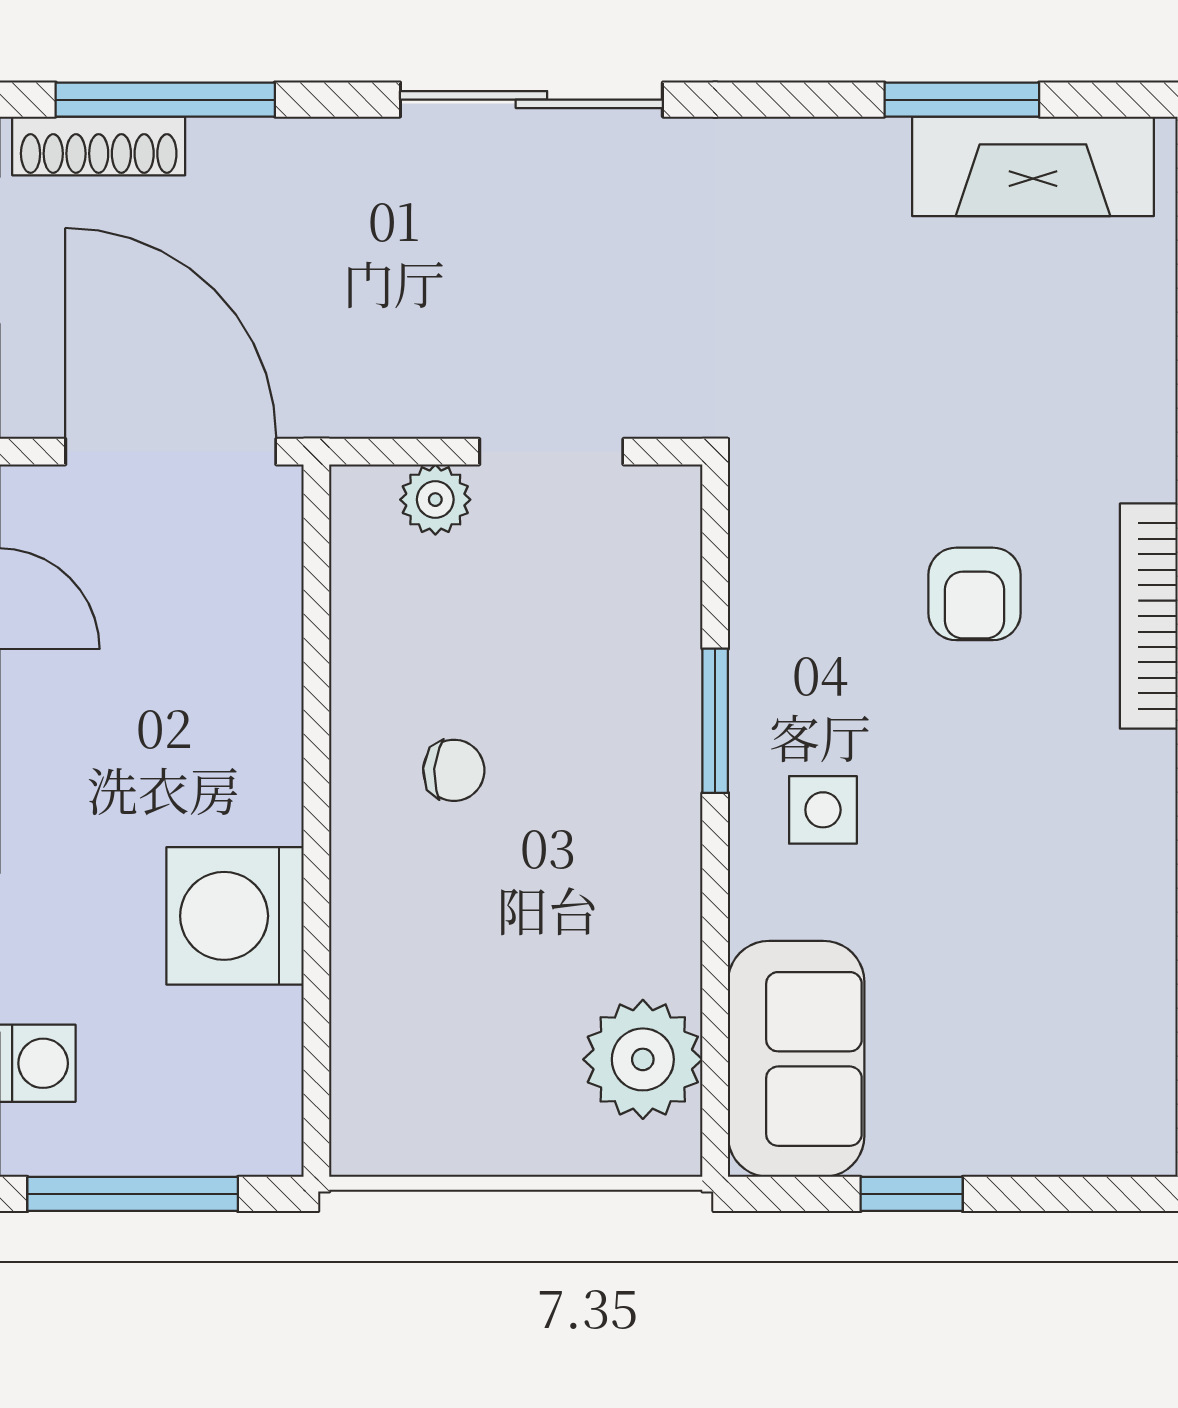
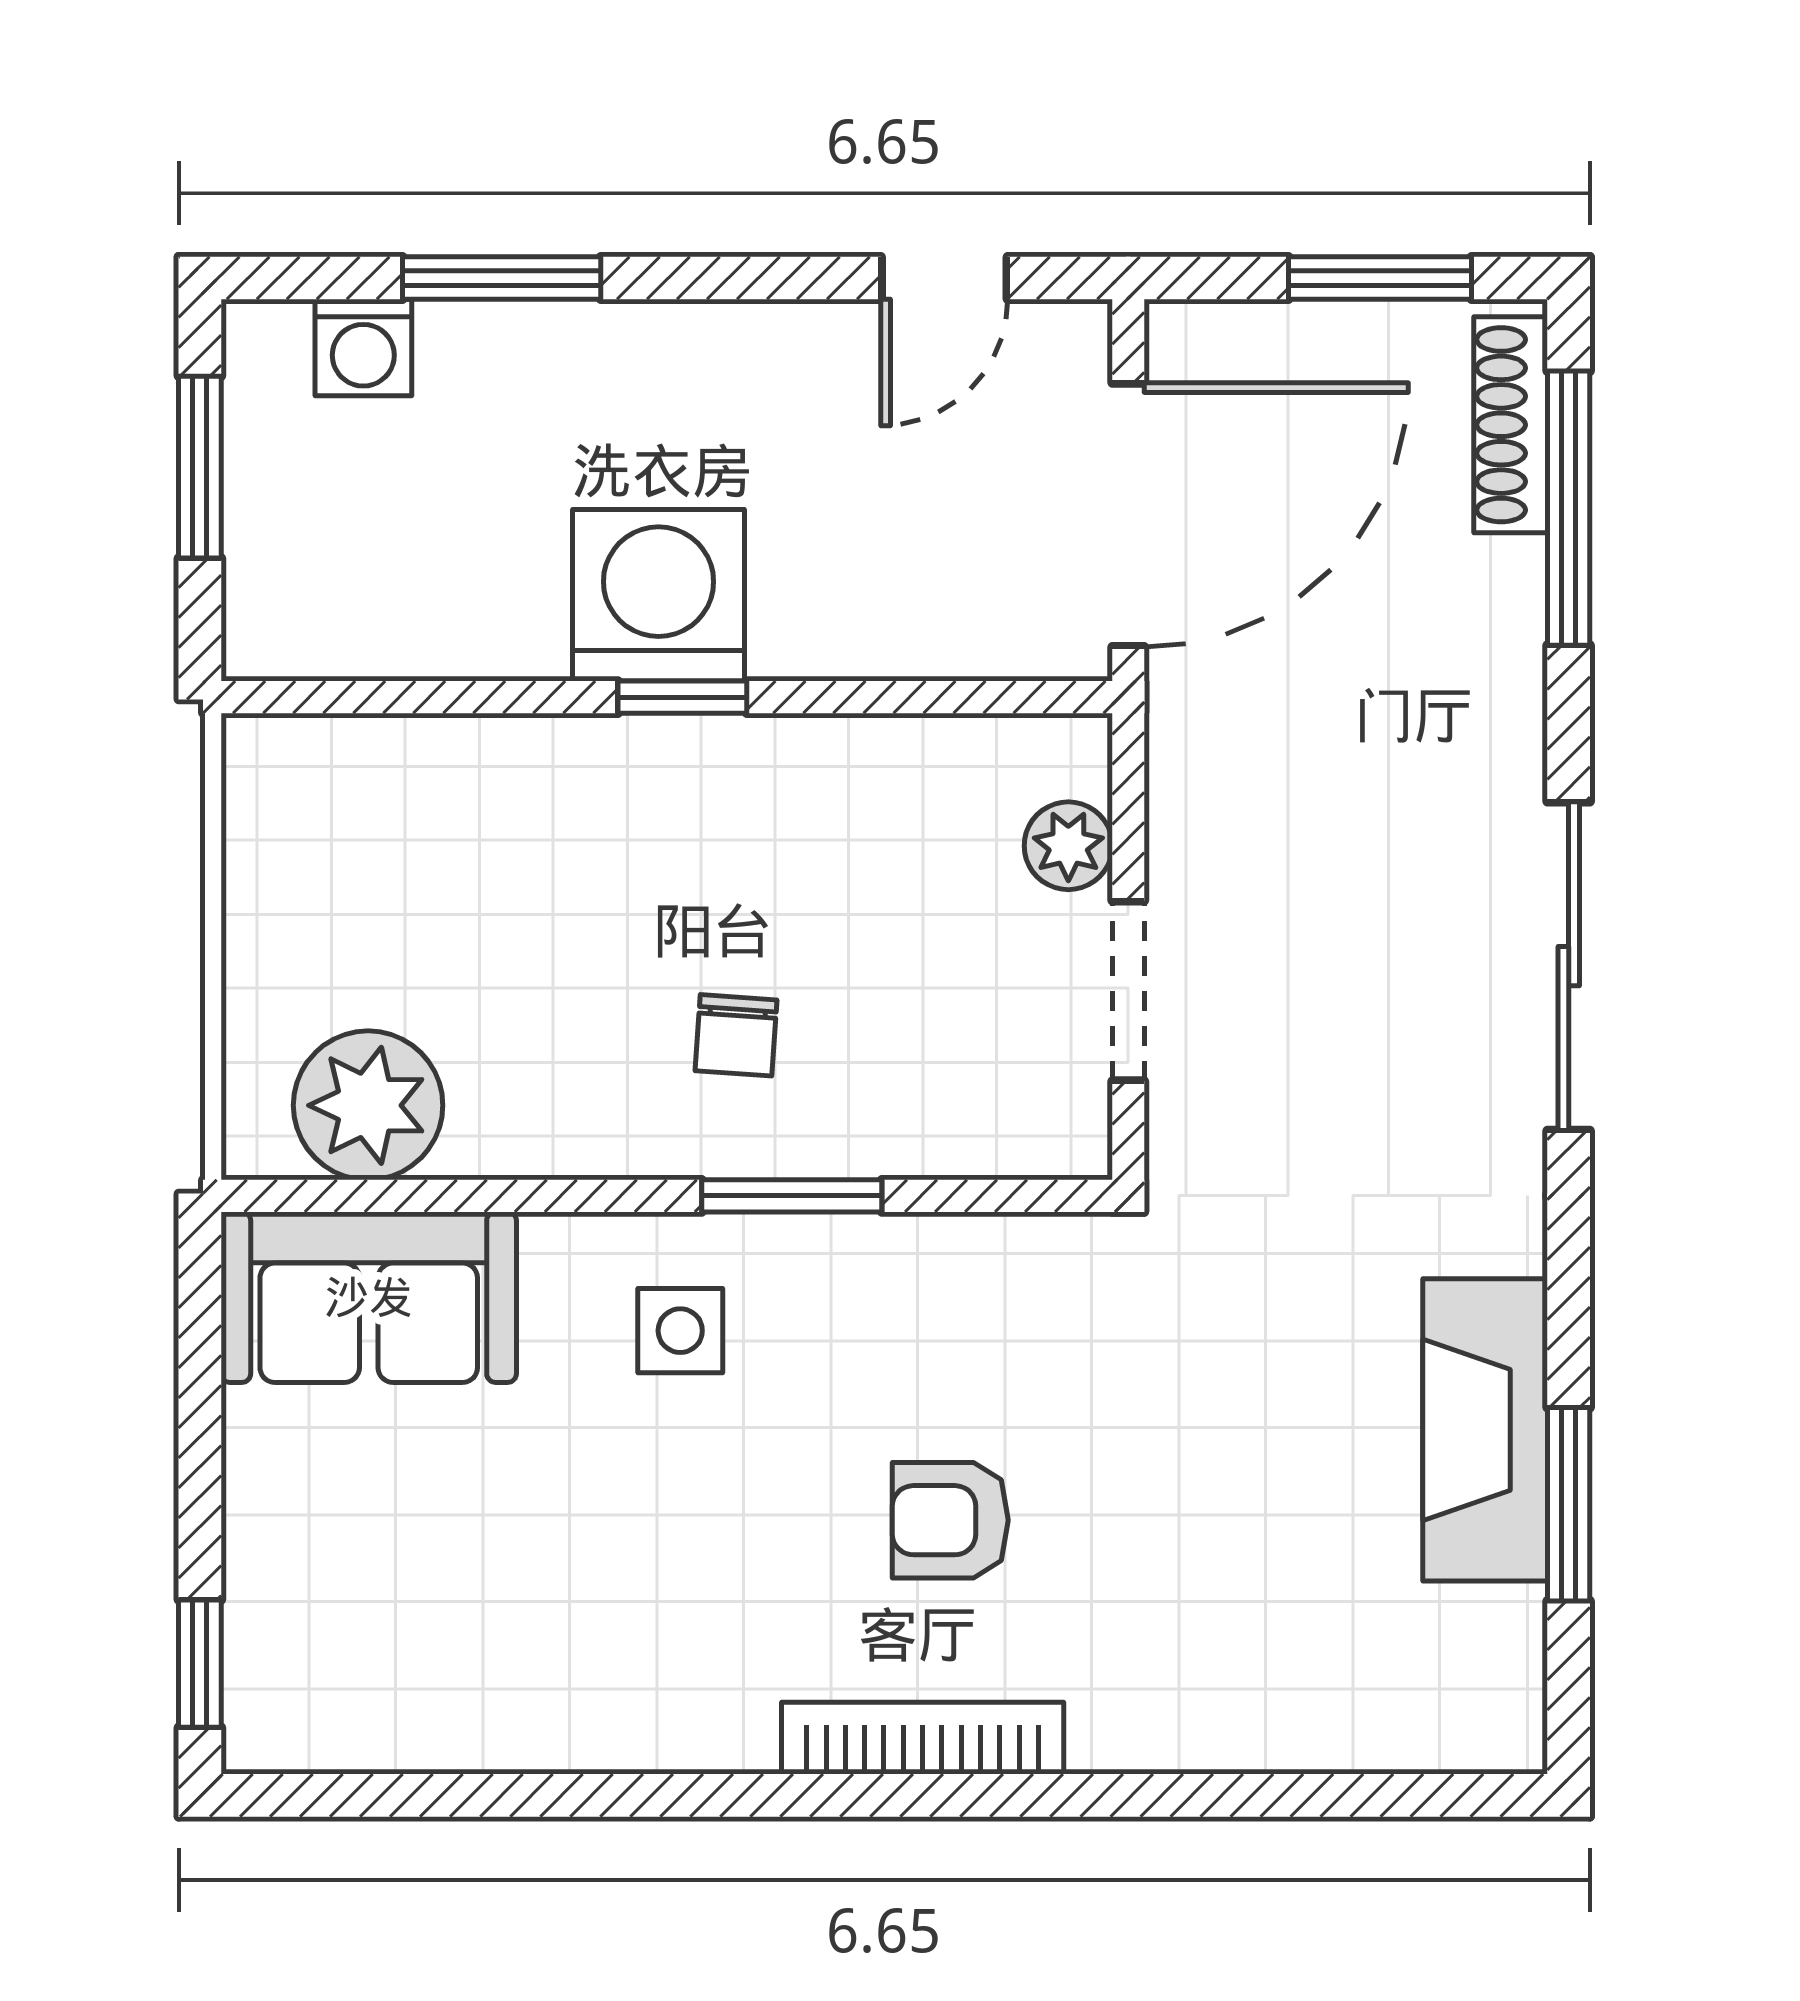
fireplace: (1033, 166) -> (1485, 1430), moved
chair: (454, 770) -> (736, 1035), moved
window: (316, 808) -> (682, 697), added
washing machine: (235, 916) -> (659, 595), moved
window: (133, 1194) -> (200, 467), width x0.69
window: (912, 1194) -> (200, 1664), moved

